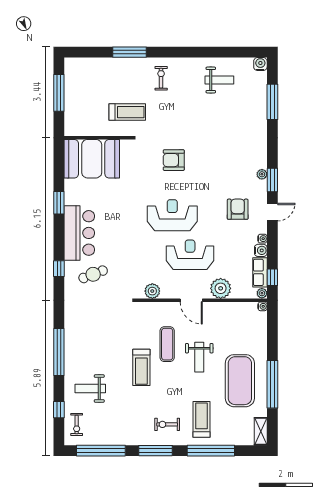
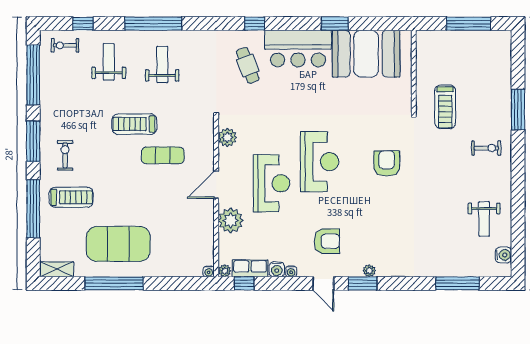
water cooler: (260, 64) -> (503, 255), moved
booth: (92, 159) -> (366, 54), moved, turned 90
weight bench: (199, 357) -> (162, 64), moved, turned 90

